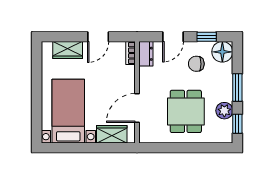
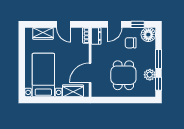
door: (98, 37) -> (64, 24), hinge flipped

